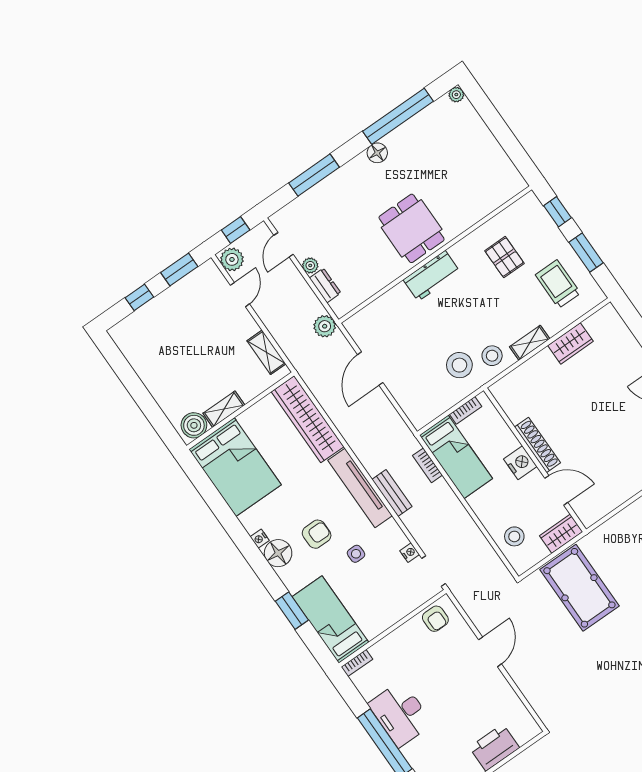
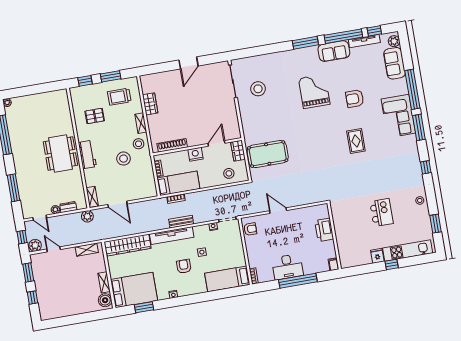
floor lamp: (377, 153) -> (17, 153), removed
dining table: (412, 228) -> (60, 154), width x1.37
shelving: (362, 319) -> (92, 197), added
stool: (459, 365) -> (124, 159), moved
shoe rack: (537, 445) -> (172, 145), moved
floor lamp: (278, 553) -> (184, 289), removed
window: (292, 611) -> (144, 307), moved

